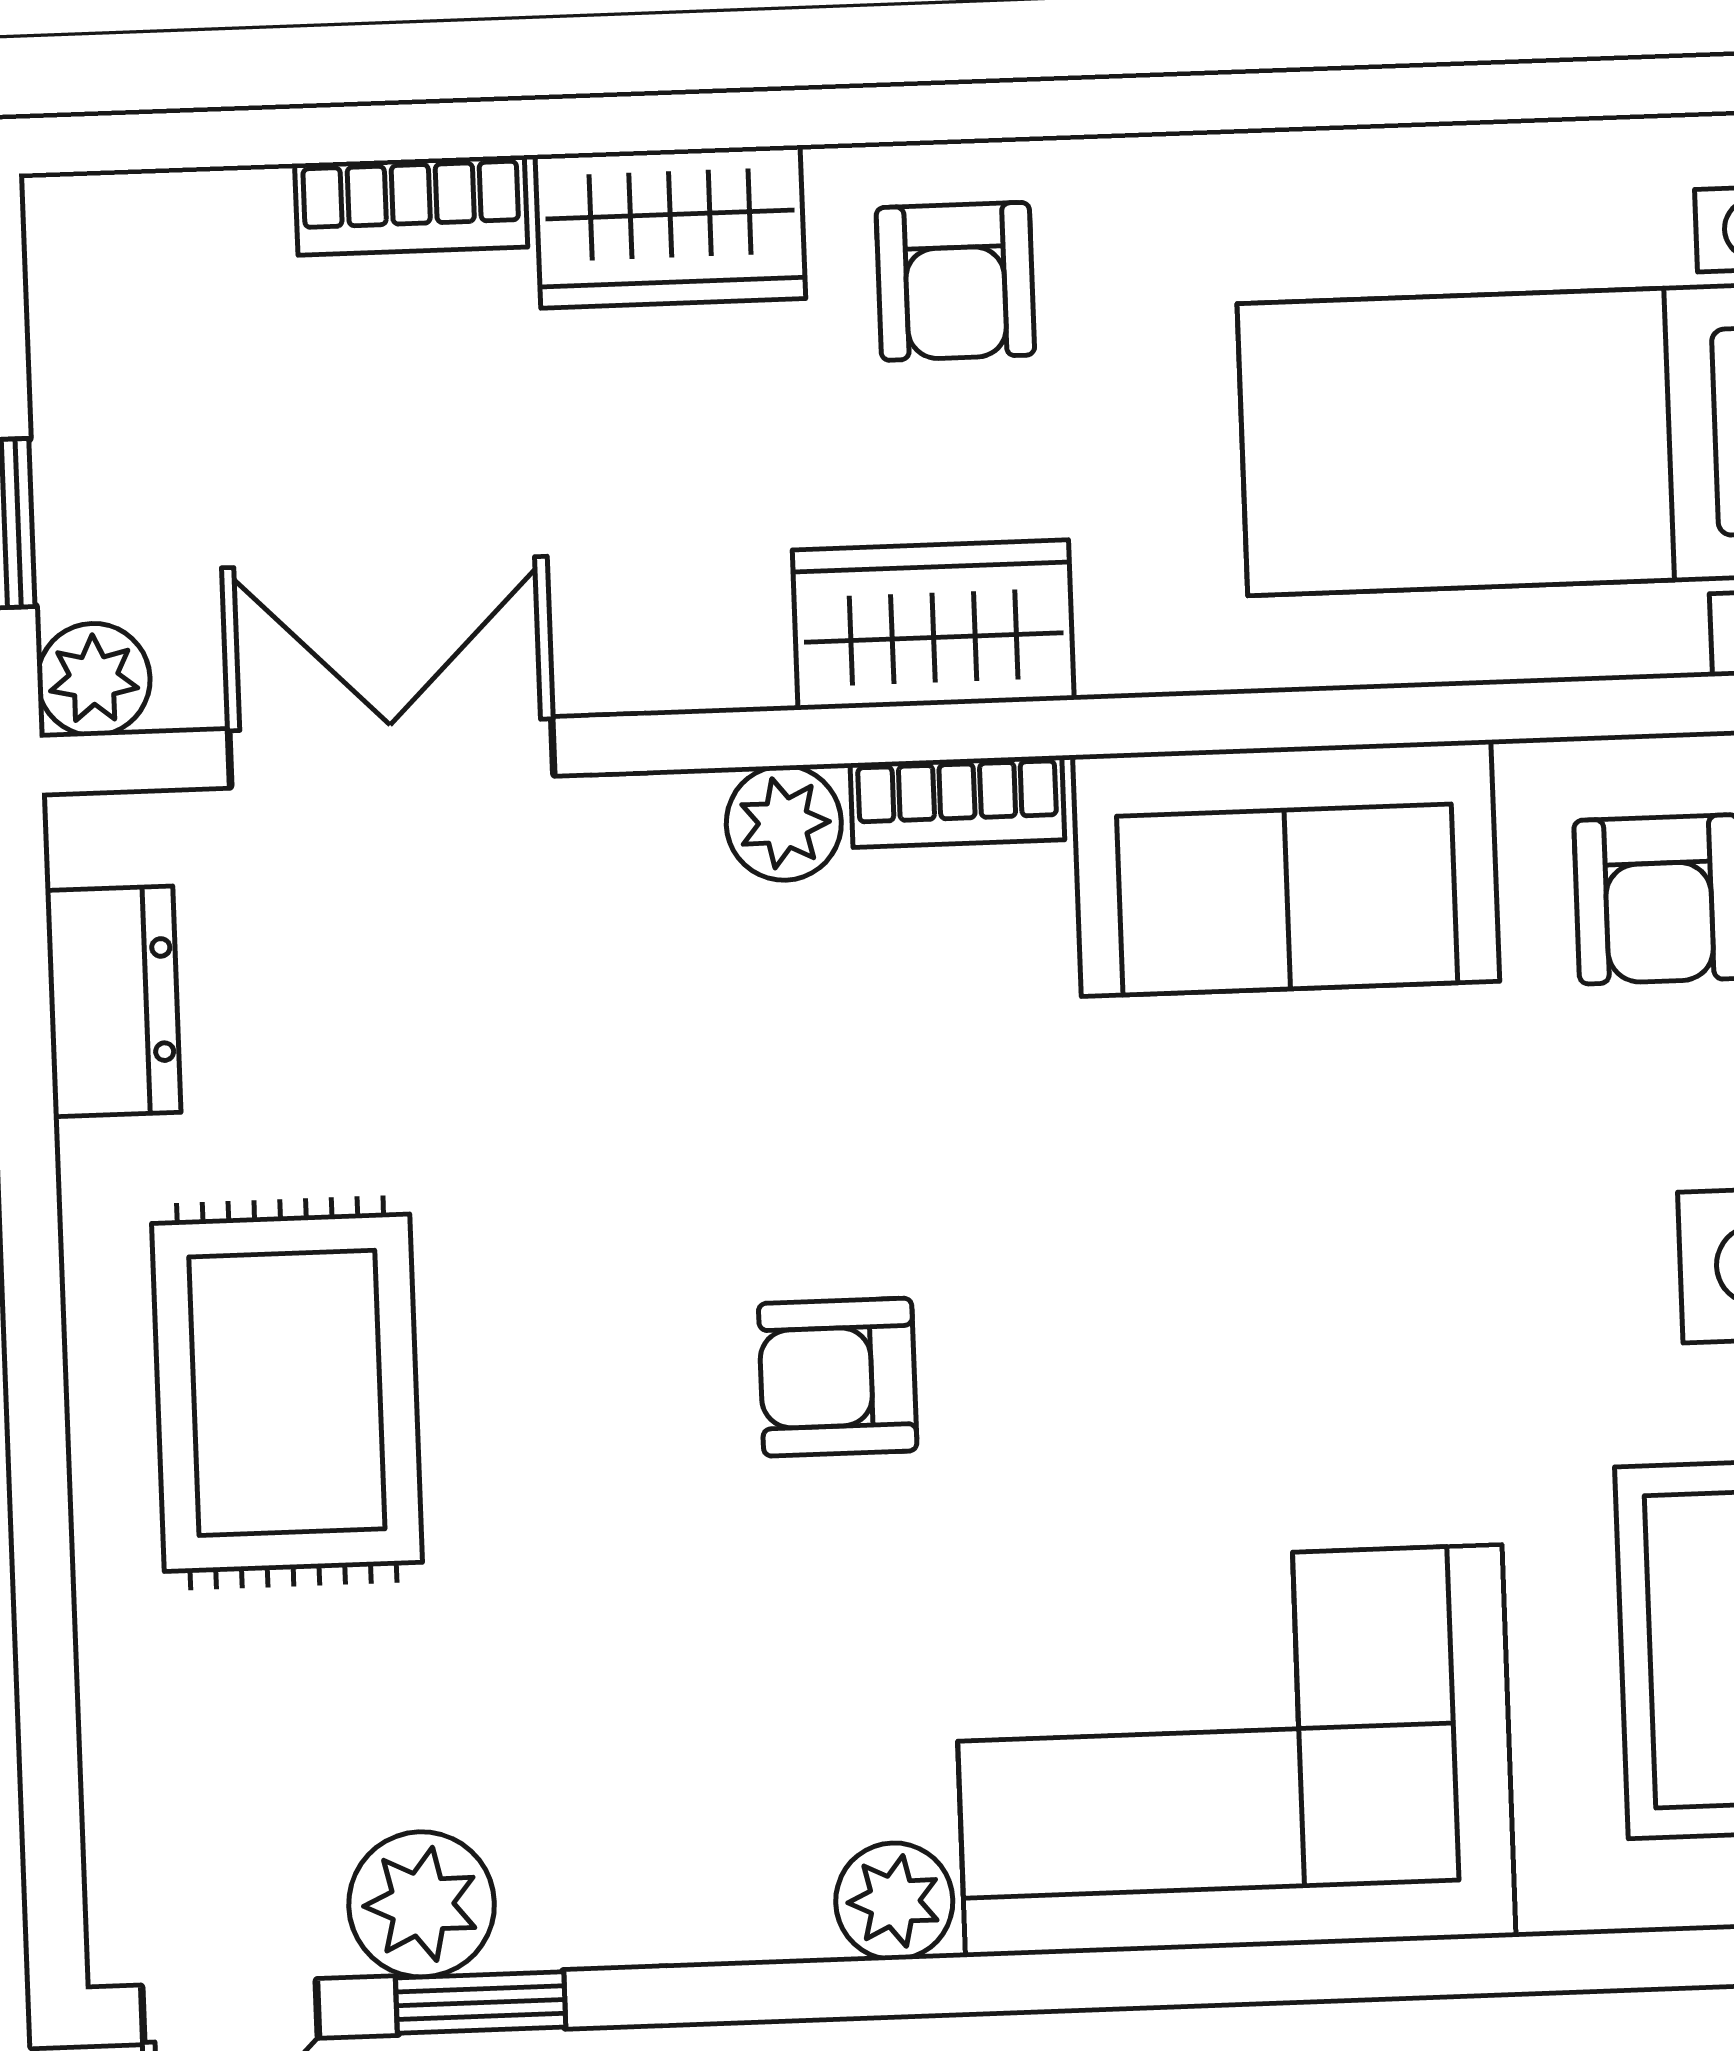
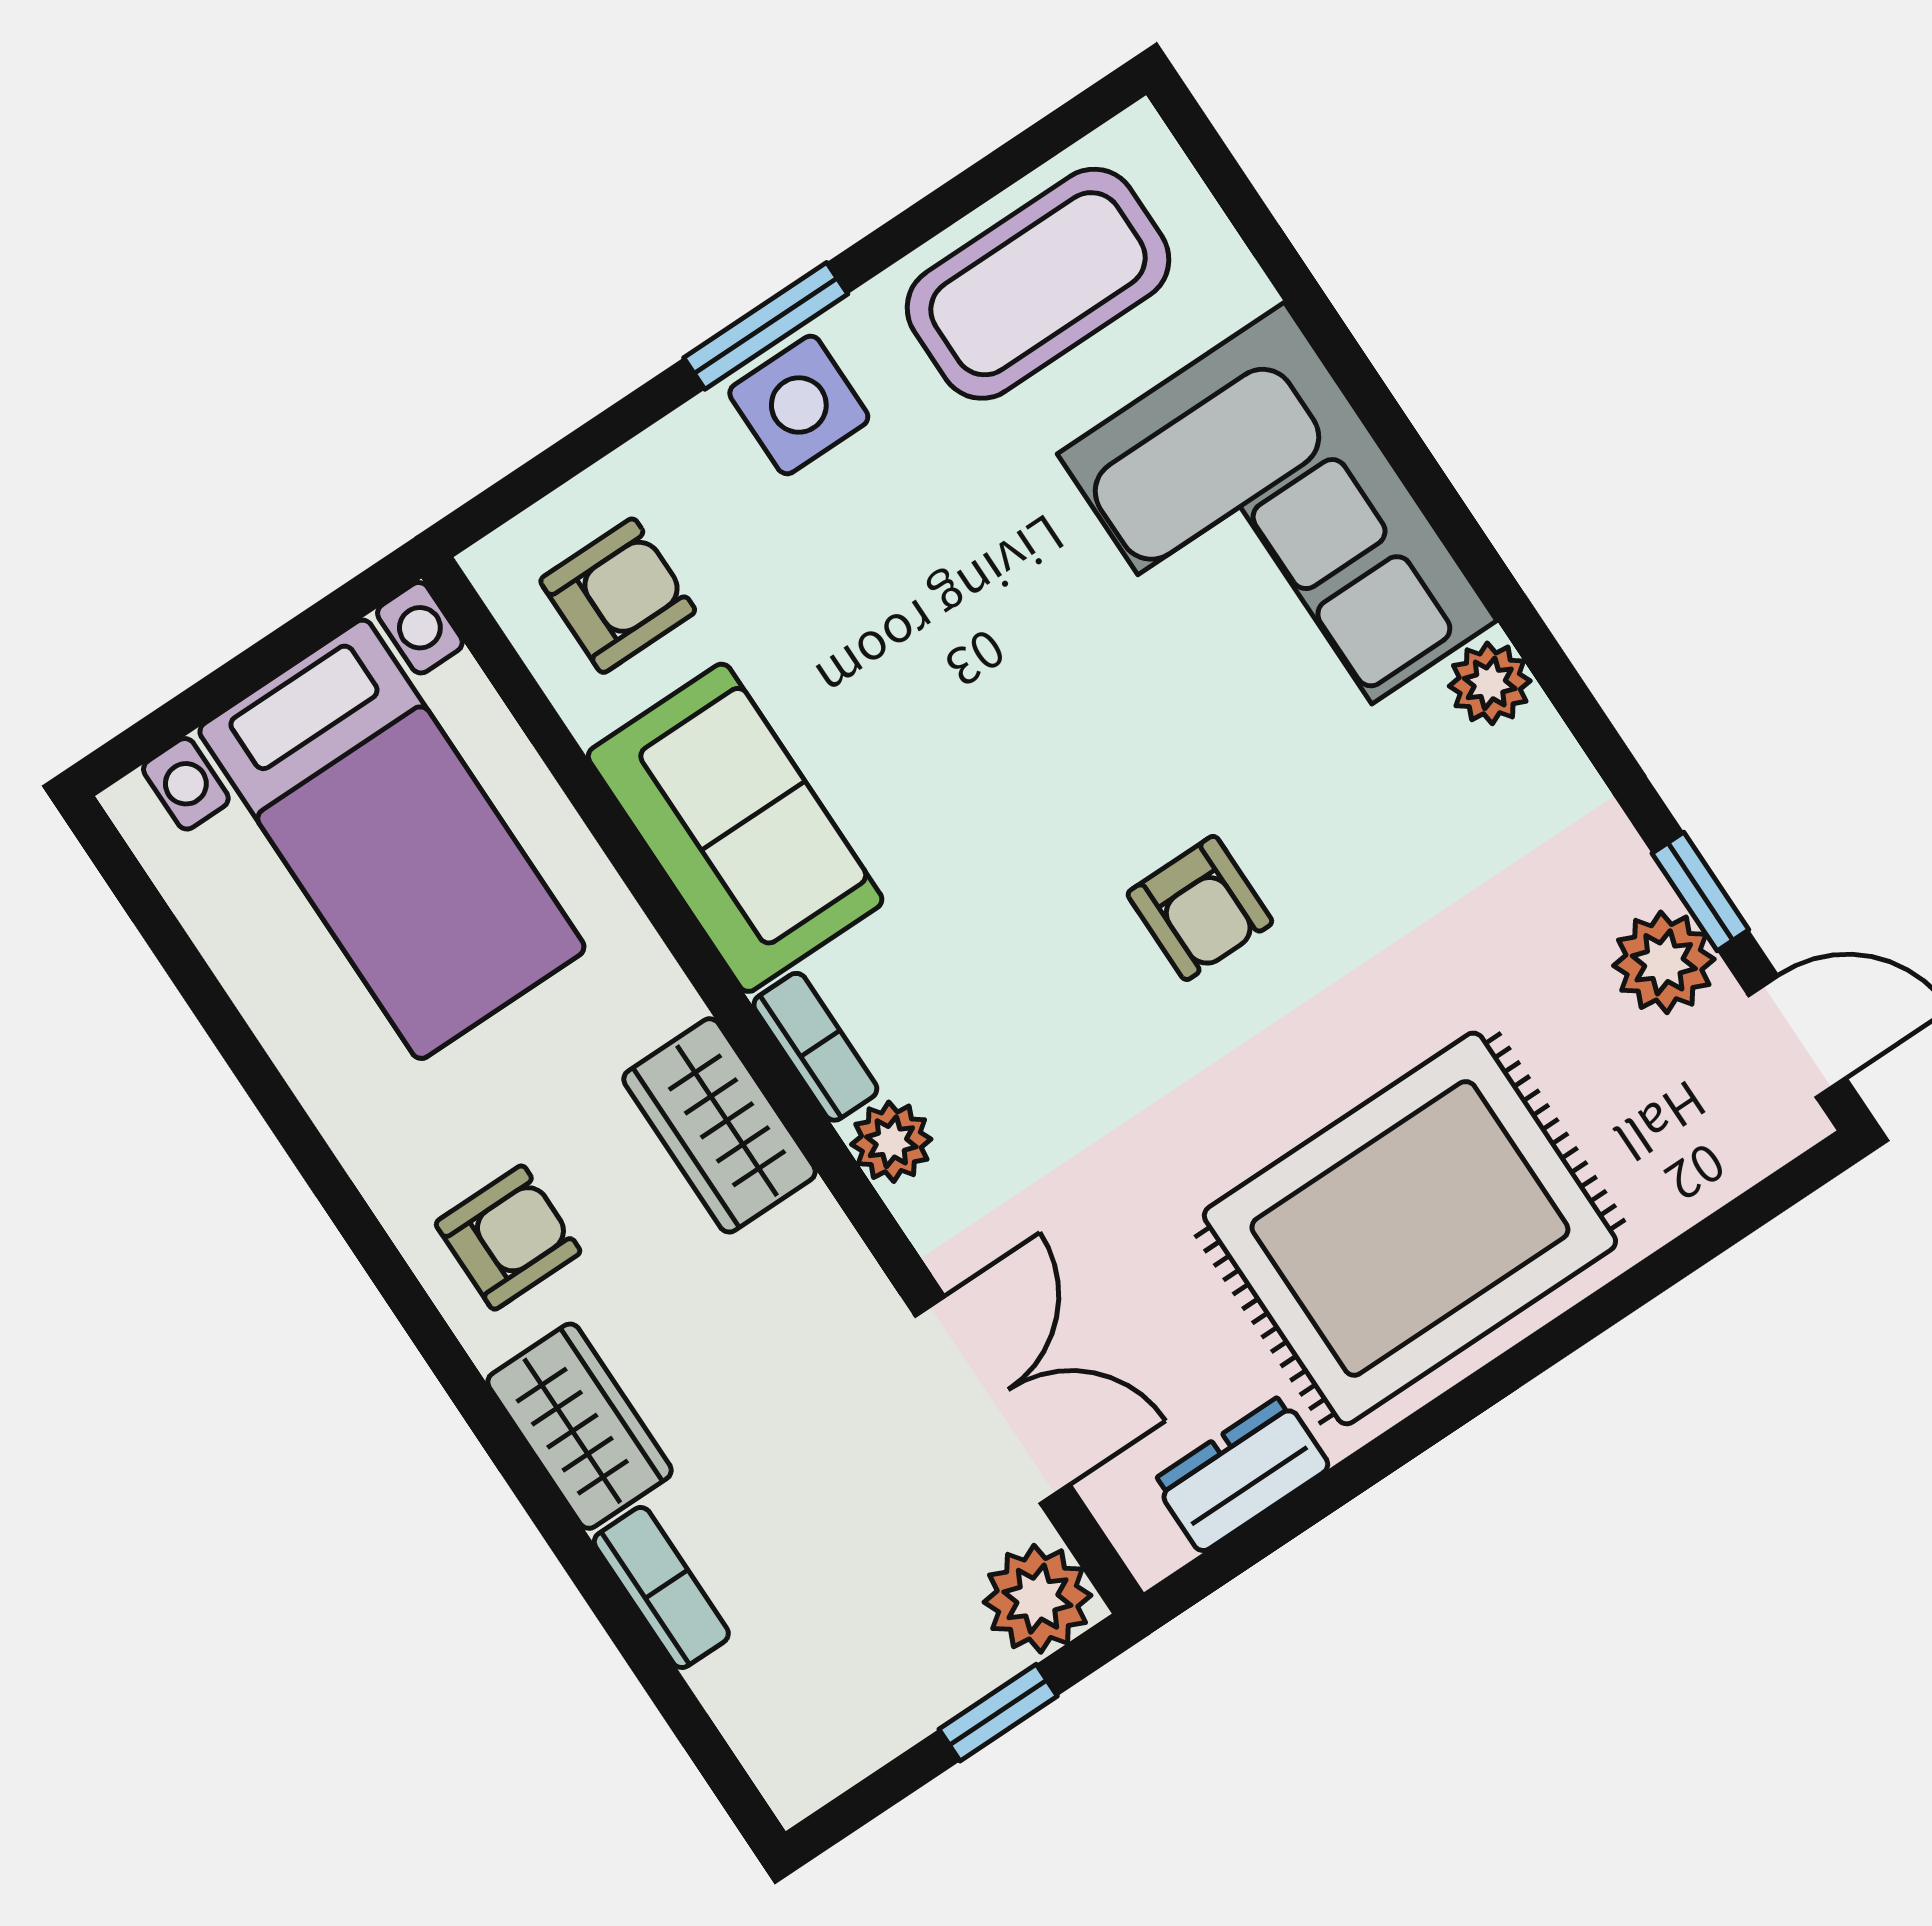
plant: (94, 679) -> (1037, 1599), width x1.38, depth x1.38
double door: (391, 752) -> (993, 1400), swing flipped
rug: (287, 1393) -> (1410, 1228), width x1.37, depth x1.44

